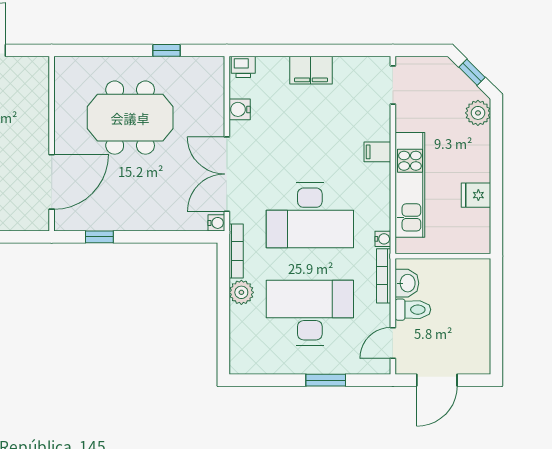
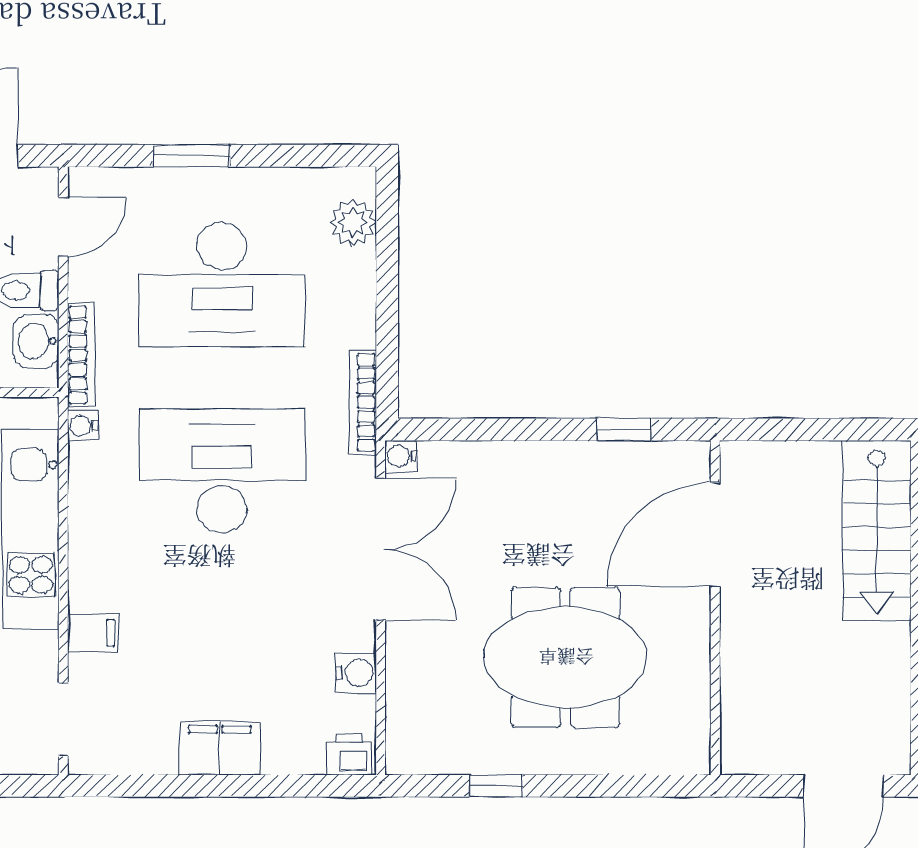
filing cabinet: (377, 152) -> (93, 633), moved
plant: (241, 292) -> (353, 223), moved

